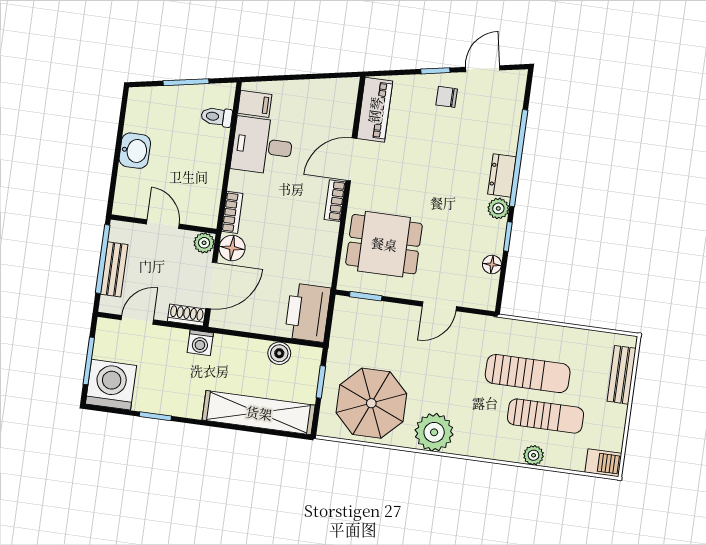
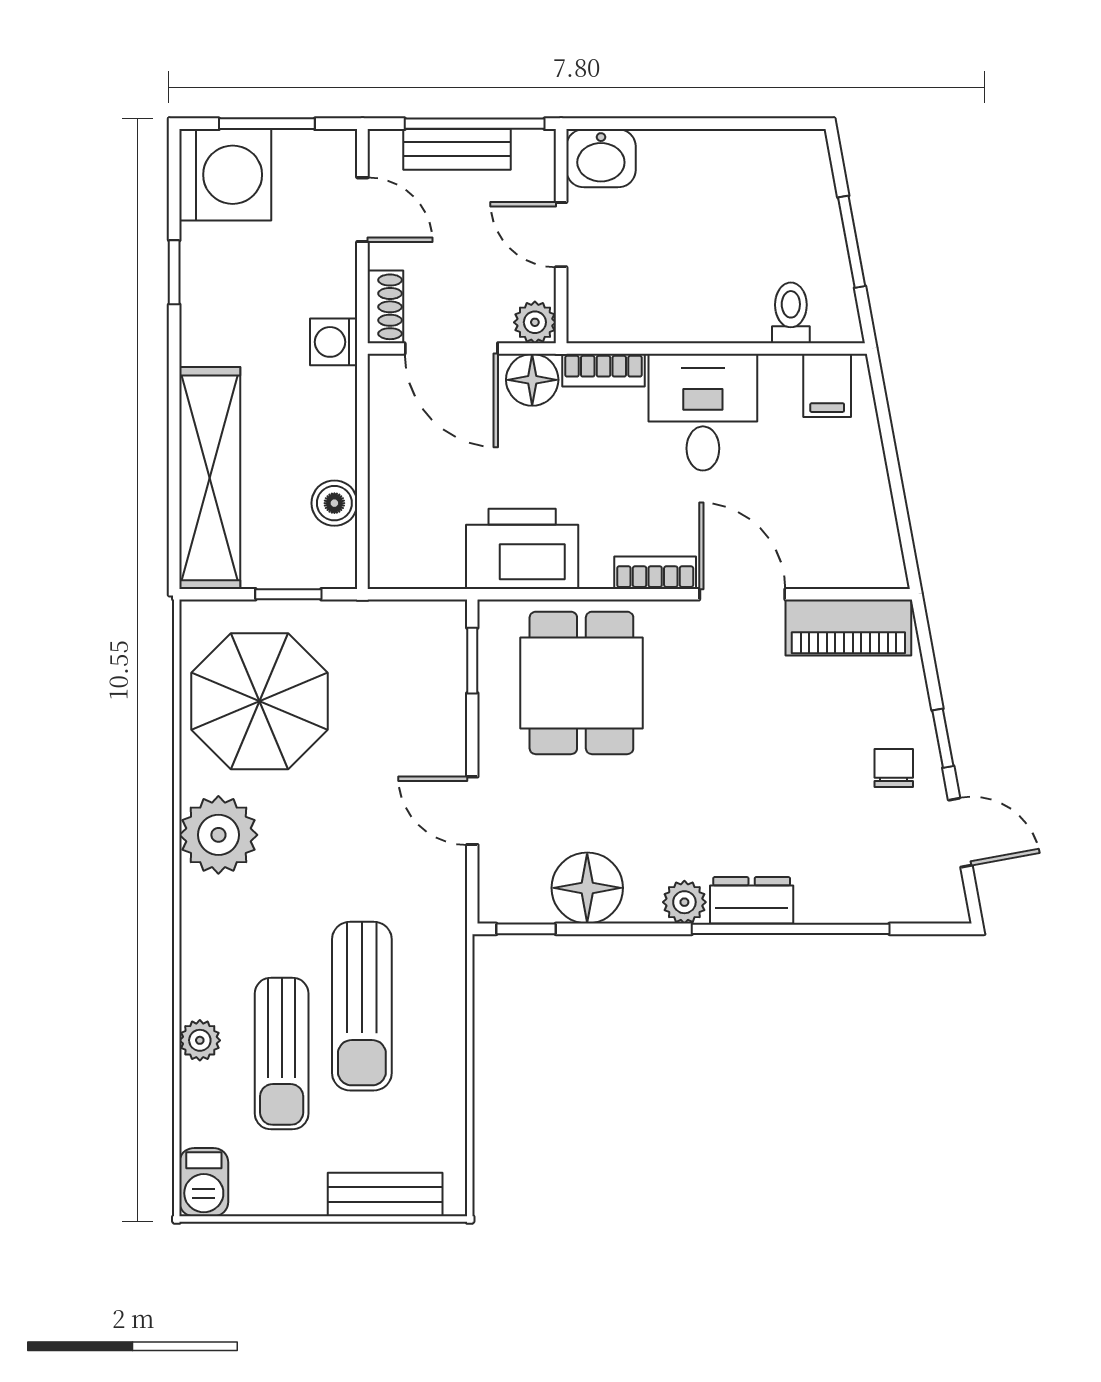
desk: (262, 146) -> (703, 412), moved
washbasin: (135, 151) -> (601, 158), moved
door: (163, 224) -> (561, 235), swing flipped
window: (508, 237) -> (526, 929), moved
floor lamp: (492, 264) -> (587, 888), width x1.89, depth x1.89
printer: (308, 313) -> (522, 549), moved

